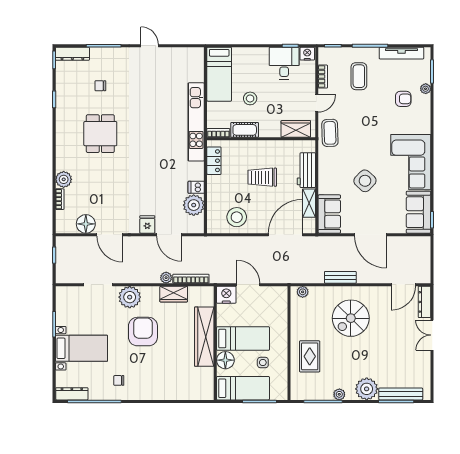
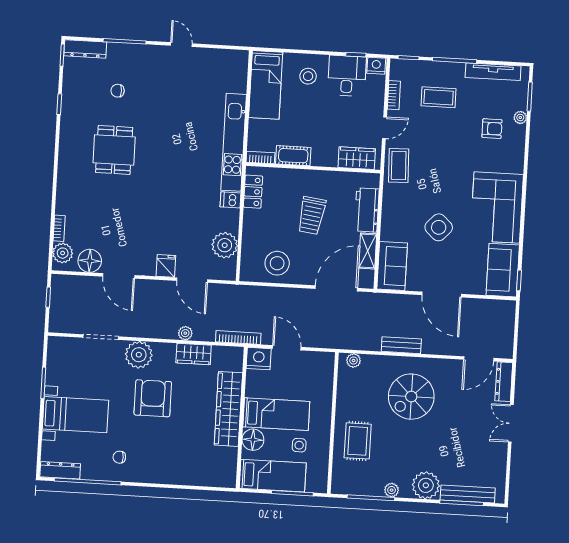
coffee table: (359, 76) -> (439, 97), turned 90
stool: (250, 98) -> (308, 76), moved
trolley: (262, 177) -> (312, 215), turned -82
plant: (64, 179) -> (63, 253), moved
dishwasher: (196, 187) -> (230, 200), moved
bookcase: (191, 279) -> (238, 337), moved

